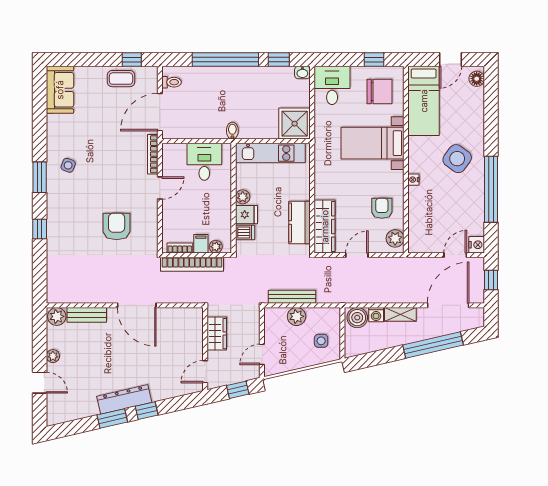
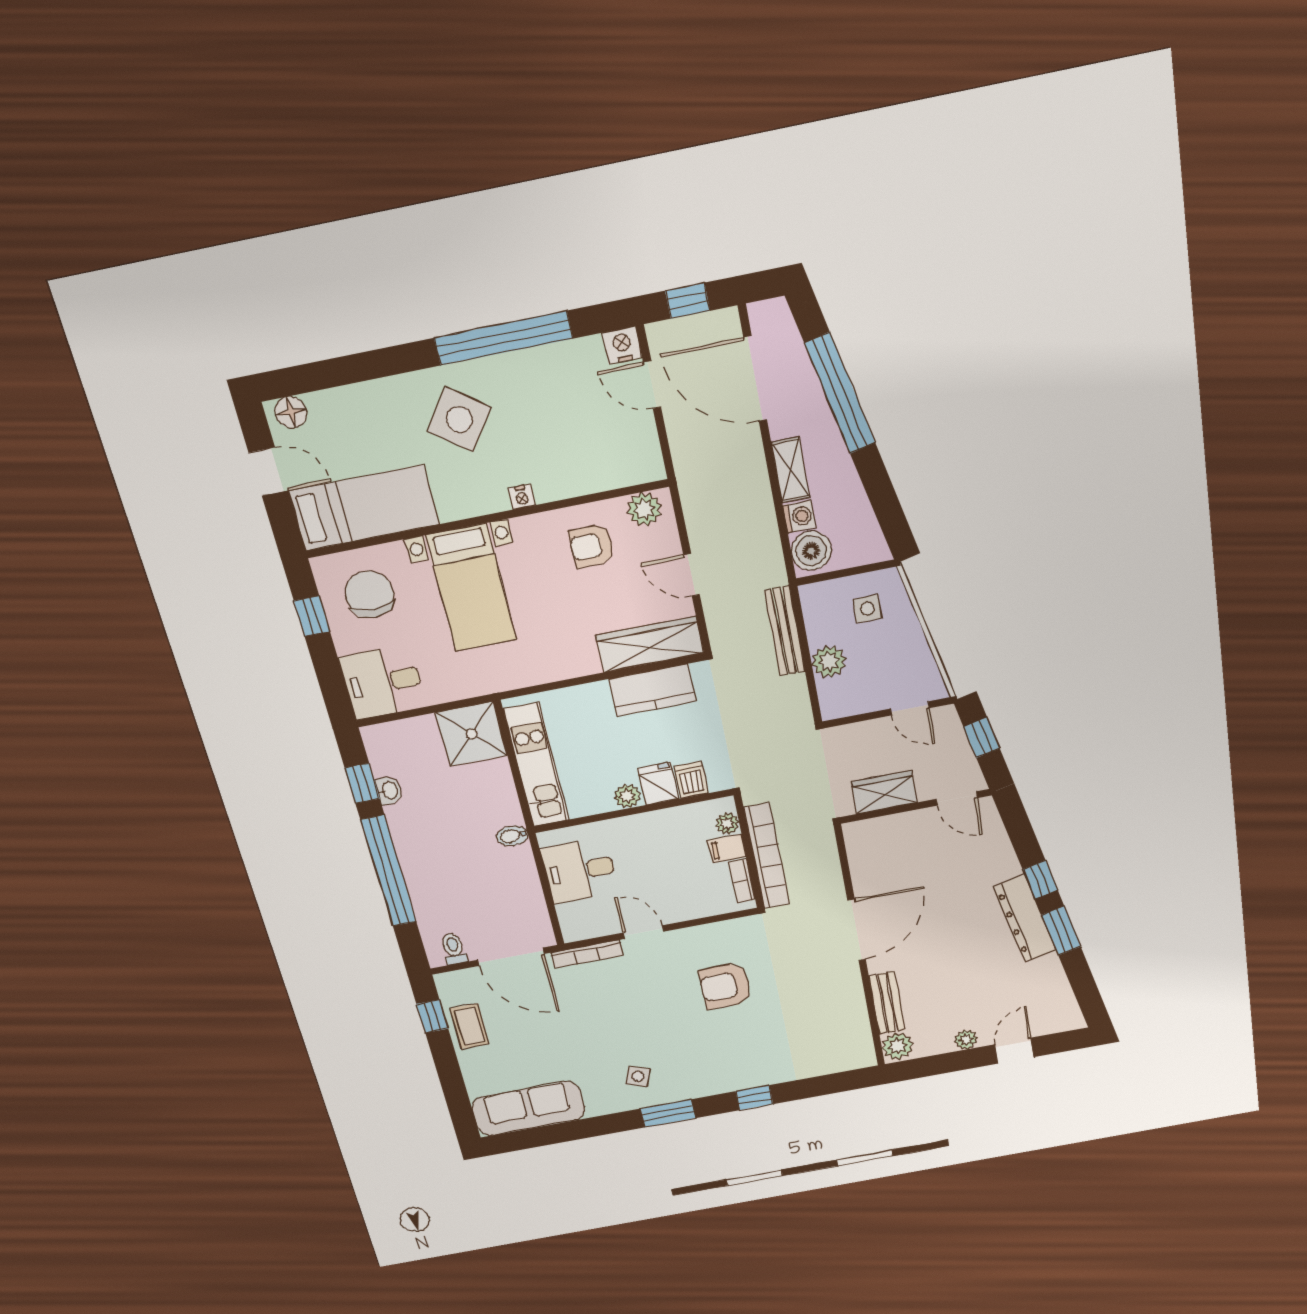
washbasin: (302, 73) -> (389, 790), moved
sofa: (60, 90) -> (528, 1109), width x1.36
bench: (292, 297) -> (785, 631), moved

